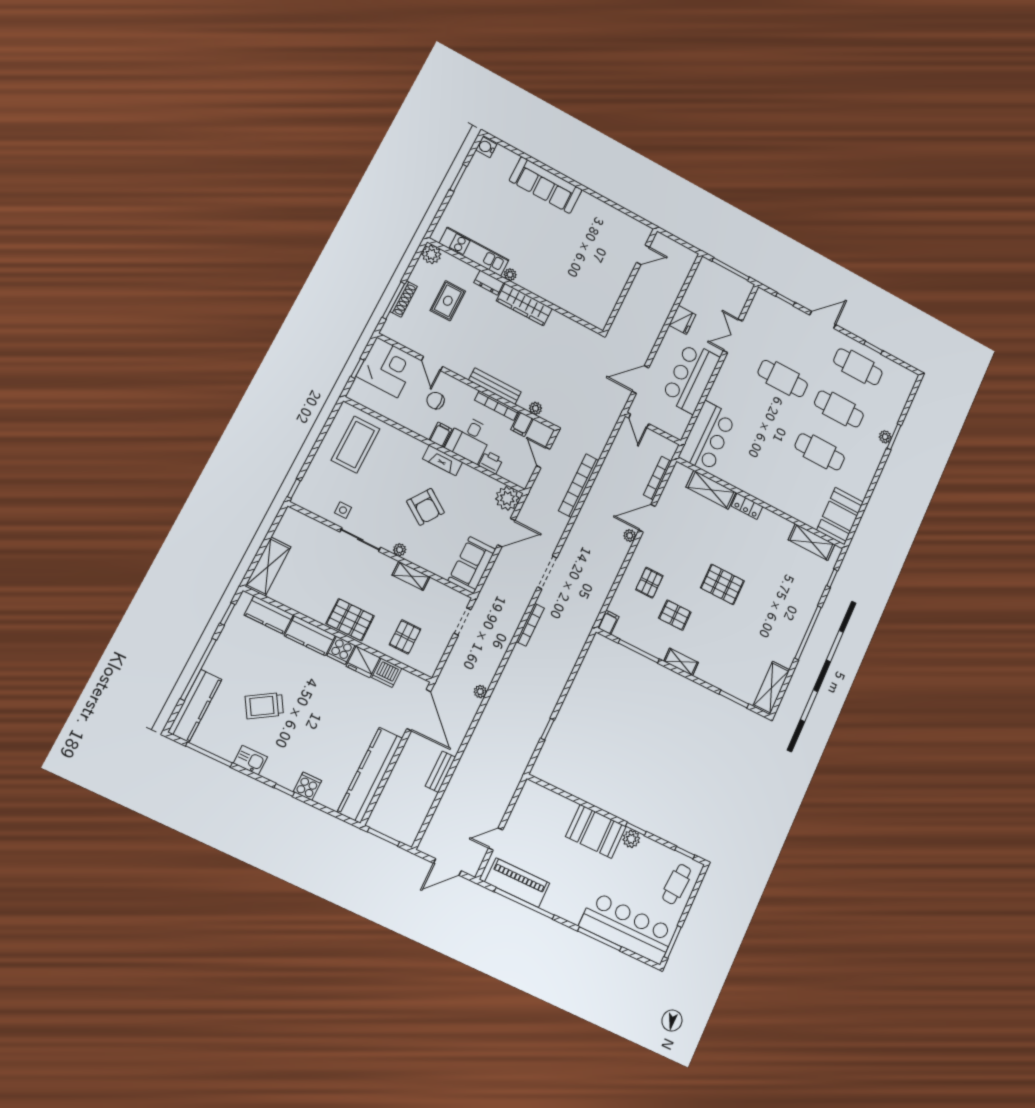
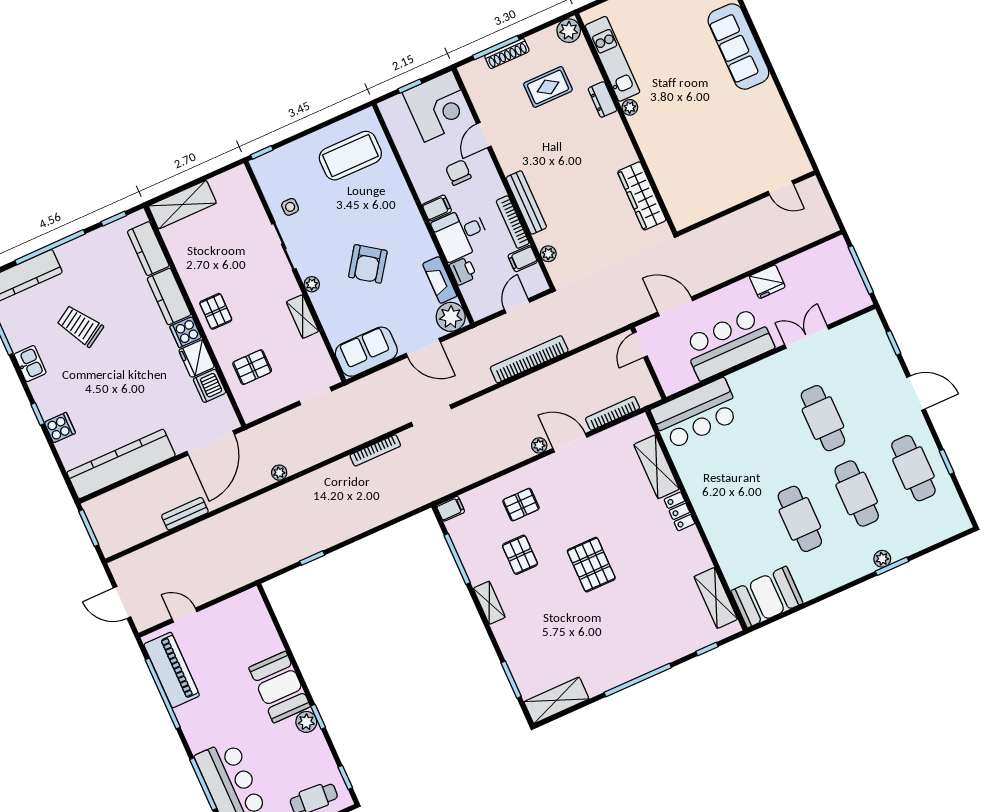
wardrobe: (524, 305) -> (642, 196), moved
fireplace: (443, 460) -> (440, 280), moved
pallet: (350, 620) -> (216, 311), width x0.67, depth x0.71

